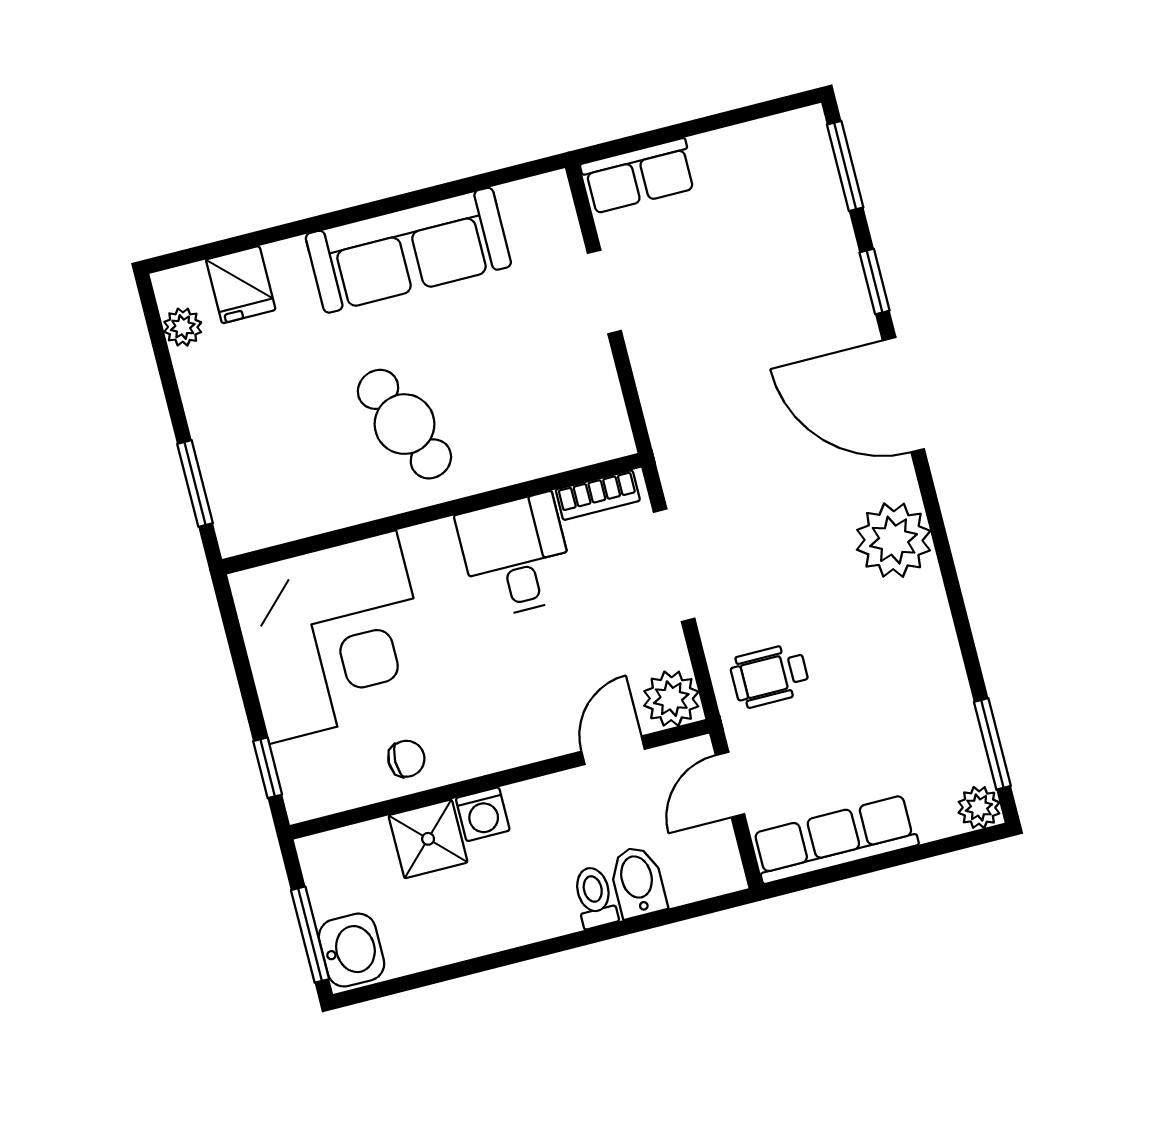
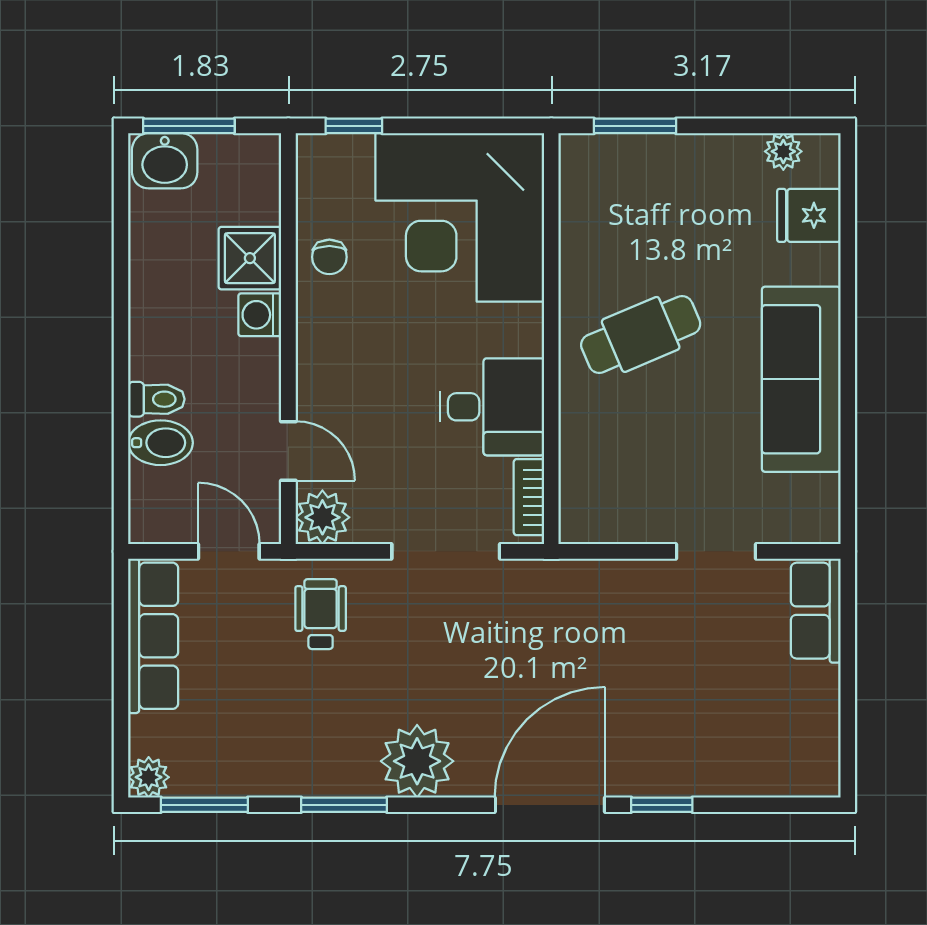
window: (845, 166) -> (344, 805), moved

